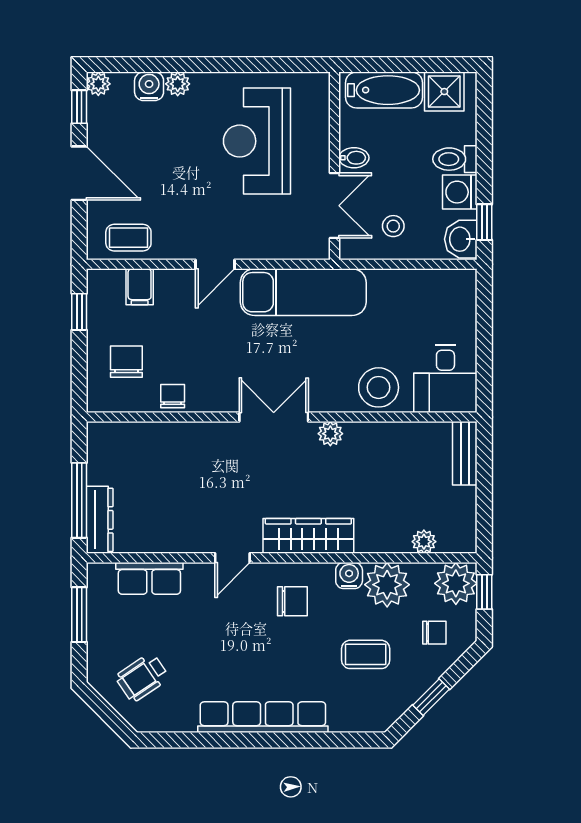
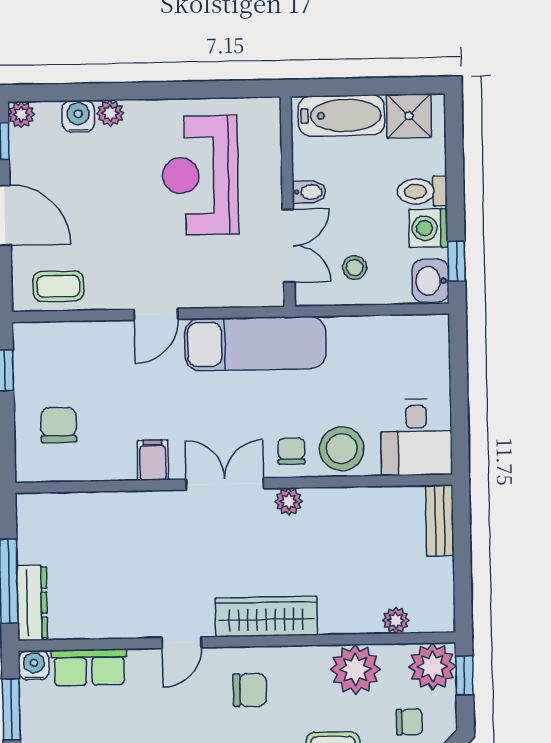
filing cabinet: (140, 287) -> (153, 460), moved, turned 180
chair: (173, 396) -> (291, 451), moved
water cooler: (349, 576) -> (34, 665), moved

